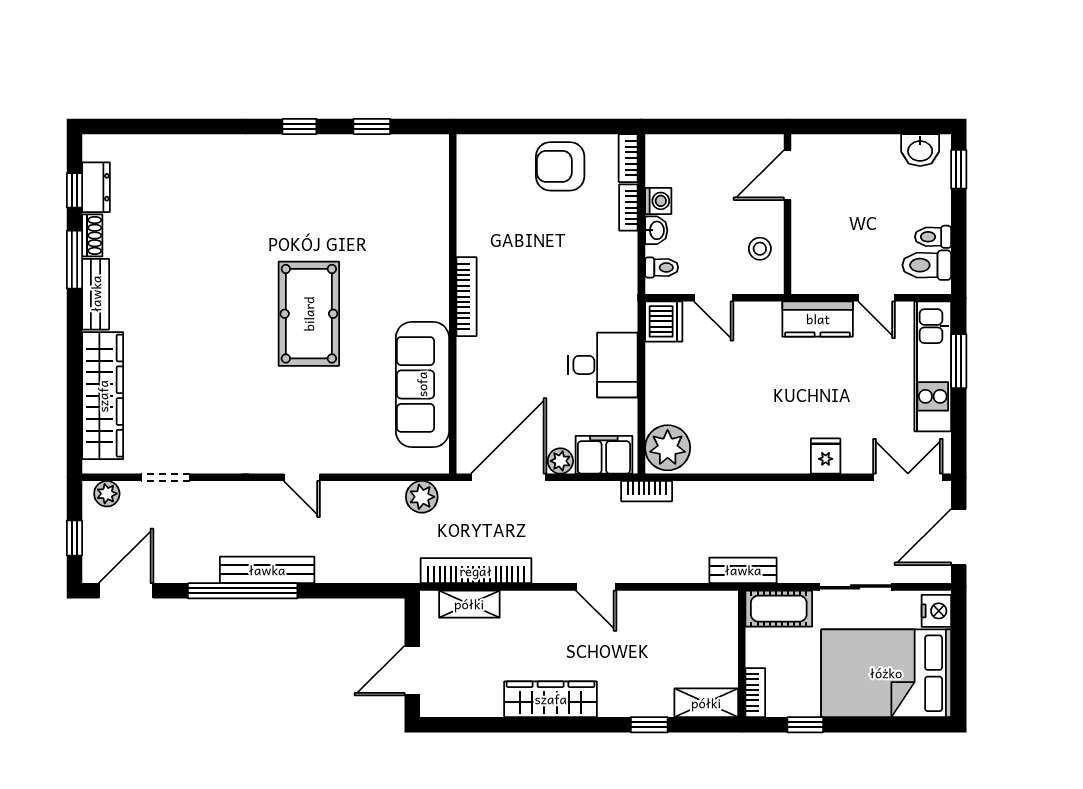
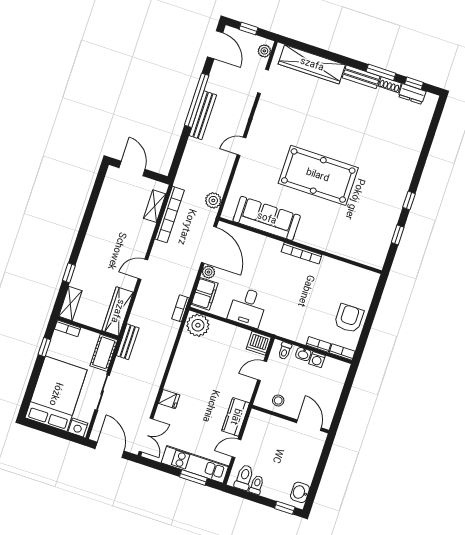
pool table: (309, 314) -> (318, 175), width x1.36, depth x1.32
wardrobe: (551, 699) -> (118, 311), moved, turned 180

